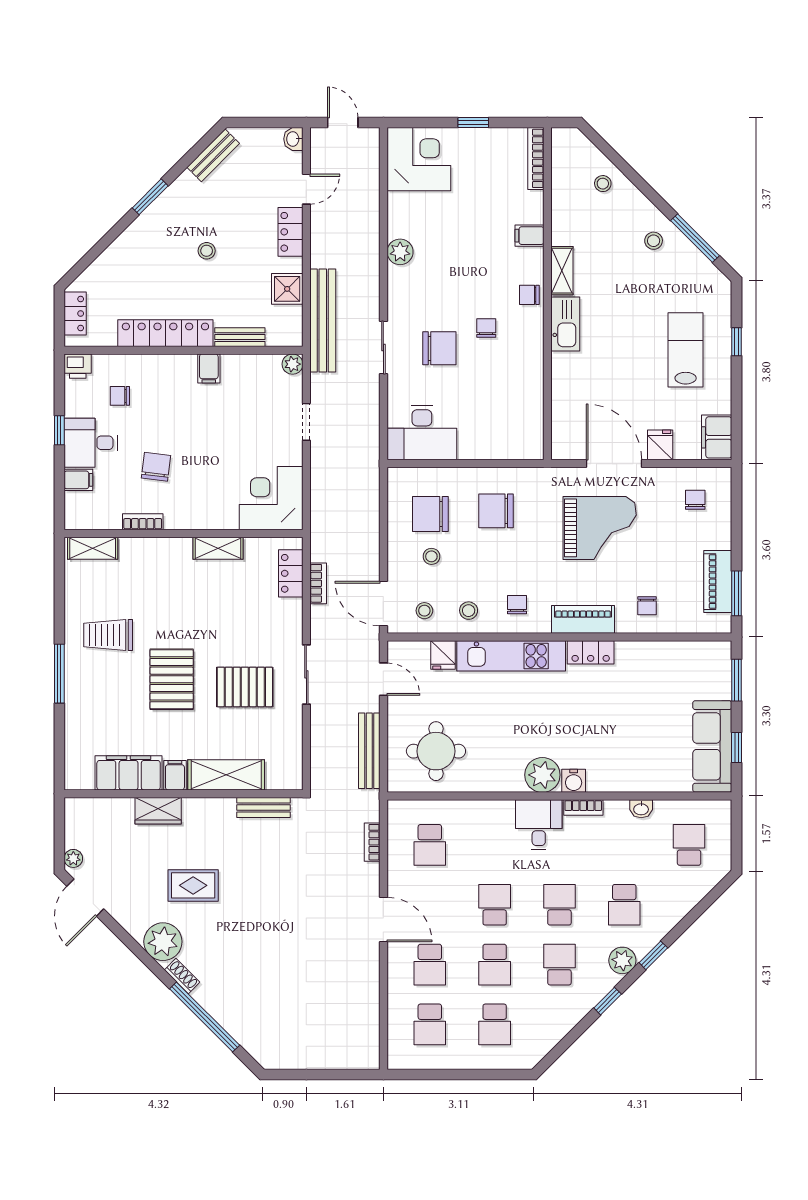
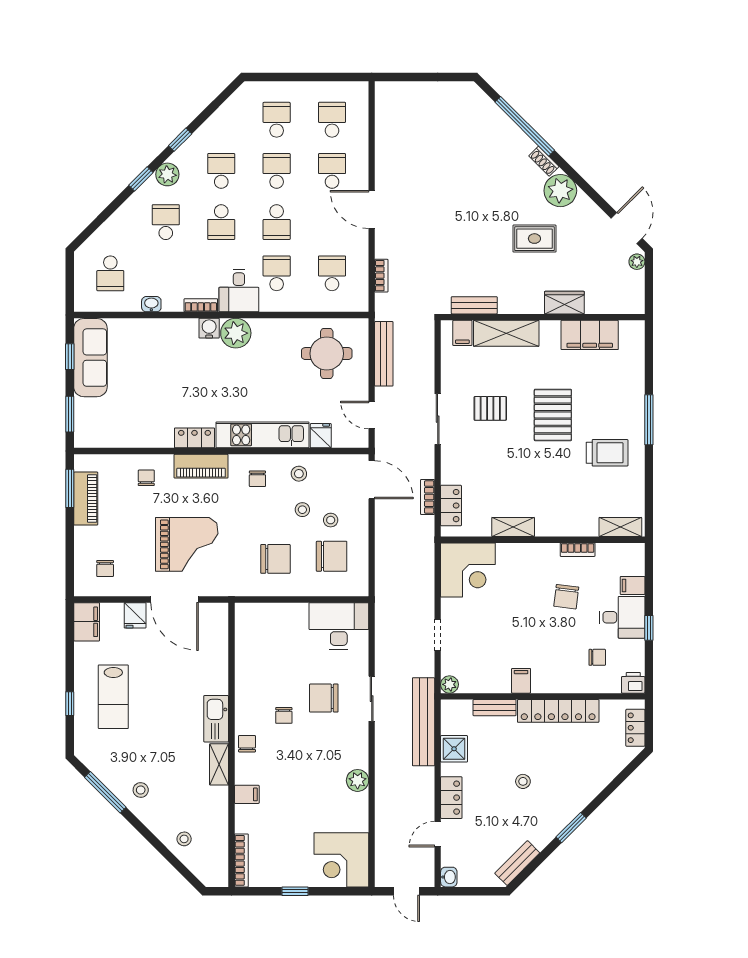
chair: (529, 295) -> (247, 744), turned -90
grand piano: (600, 528) -> (187, 544), turned 180
stool: (424, 611) -> (302, 510), moved
pallet: (245, 687) -> (490, 408), width x0.67, depth x0.71
filing cabinet: (175, 775) -> (462, 333), moved
school desk: (495, 845) -> (277, 273), added
school desk: (559, 965) -> (221, 171), turned 180

